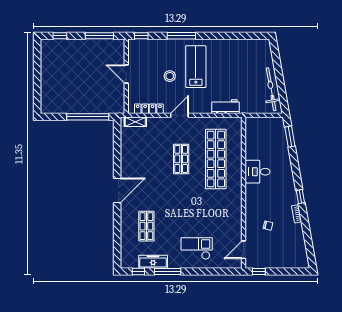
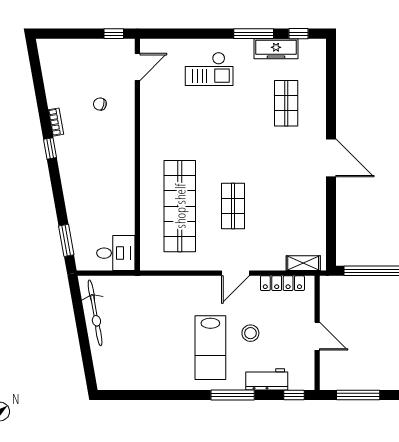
workbench: (226, 107) -> (267, 379), moved, turned 180
desk: (258, 172) -> (116, 253), moved
door: (117, 190) -> (331, 158), swing flipped

